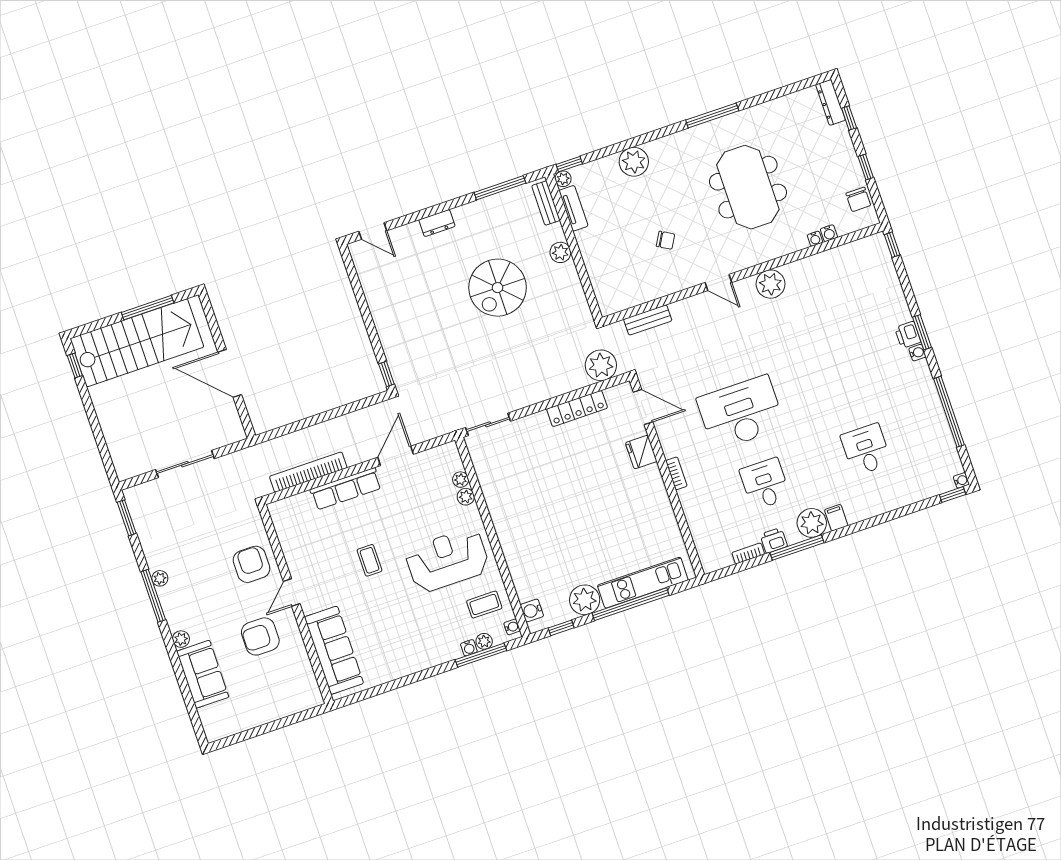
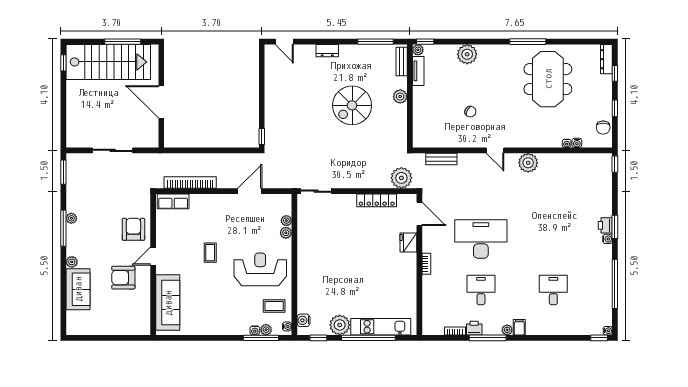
meeting table: (748, 187) -> (548, 79), moved
row of seats: (346, 489) -> (173, 201), moved, width x0.68
plant: (812, 523) -> (507, 330), width x0.53, depth x0.53

